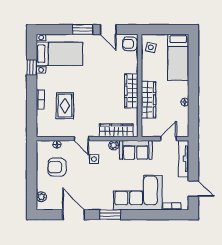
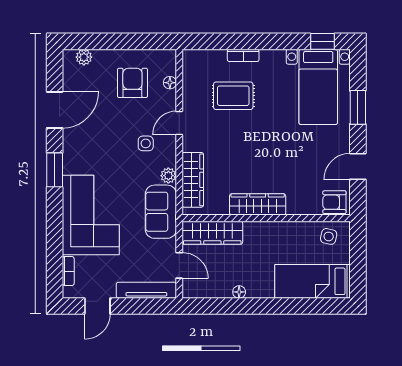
window: (83, 30) -> (358, 107), moved
armchair: (130, 44) -> (334, 202), turned -90
window: (32, 67) -> (322, 41), moved
wardrobe: (149, 100) -> (212, 233), moved

